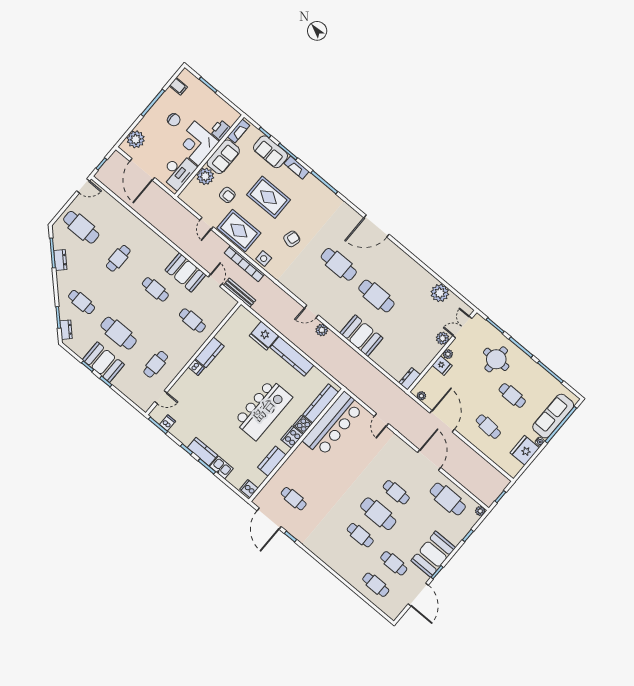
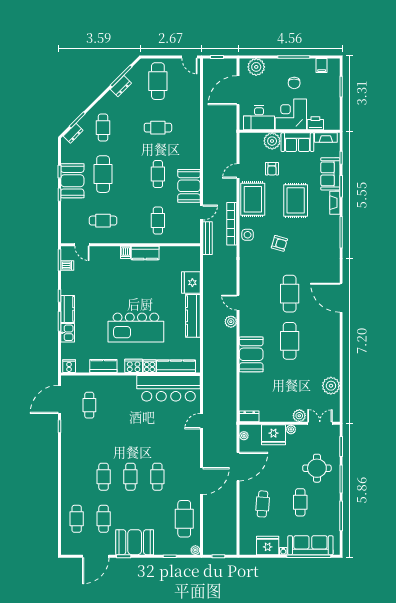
fridge: (442, 365) -> (273, 435), width x1.88, depth x1.34
cafe table: (378, 514) -> (130, 477), width x0.73, depth x0.74

